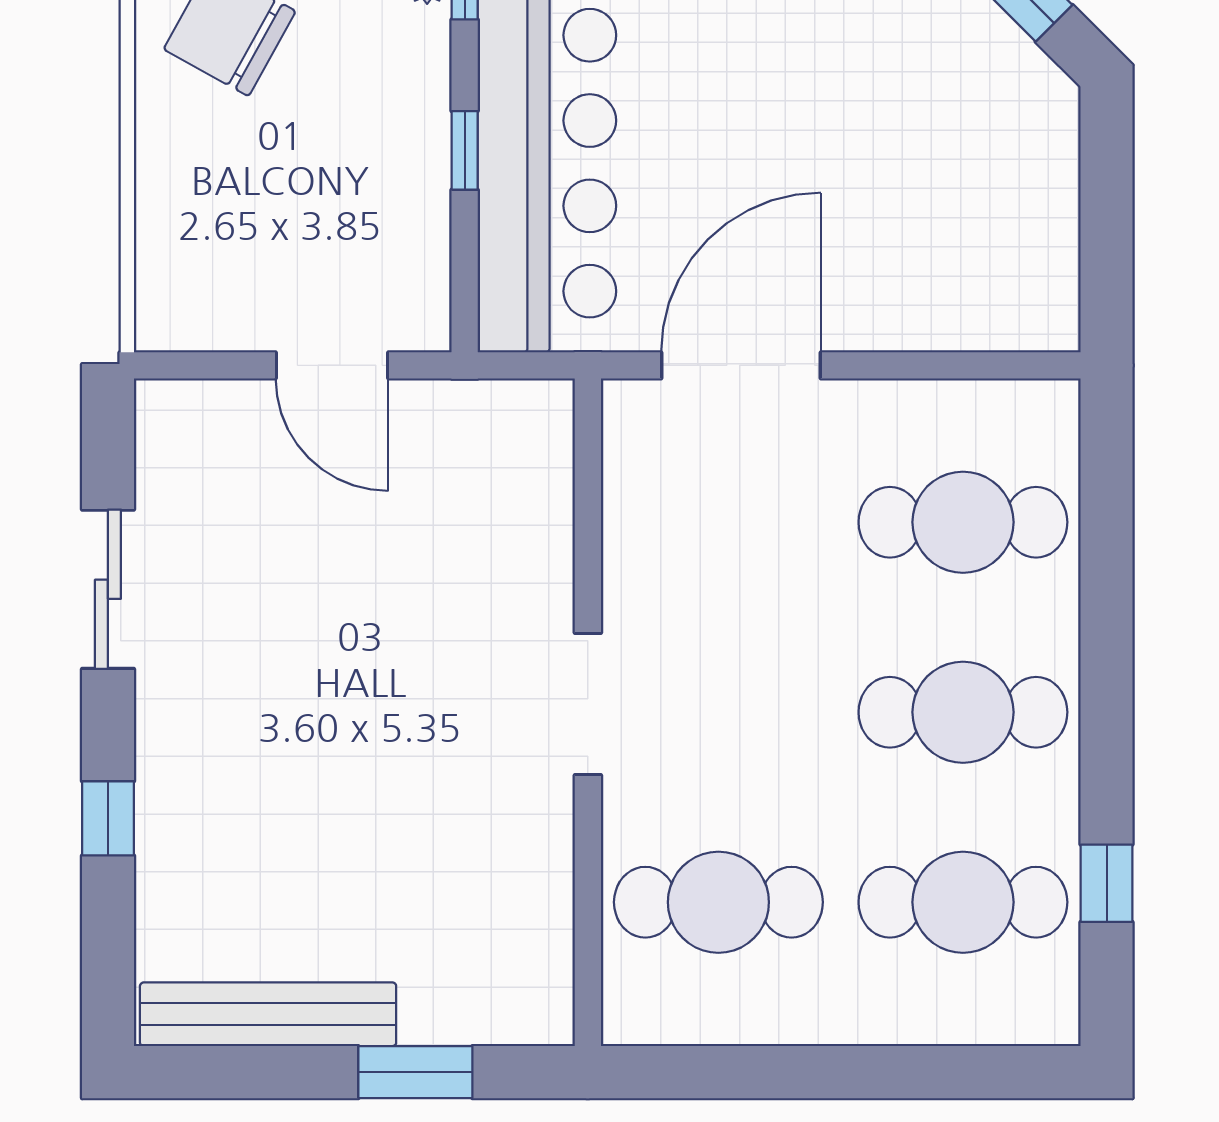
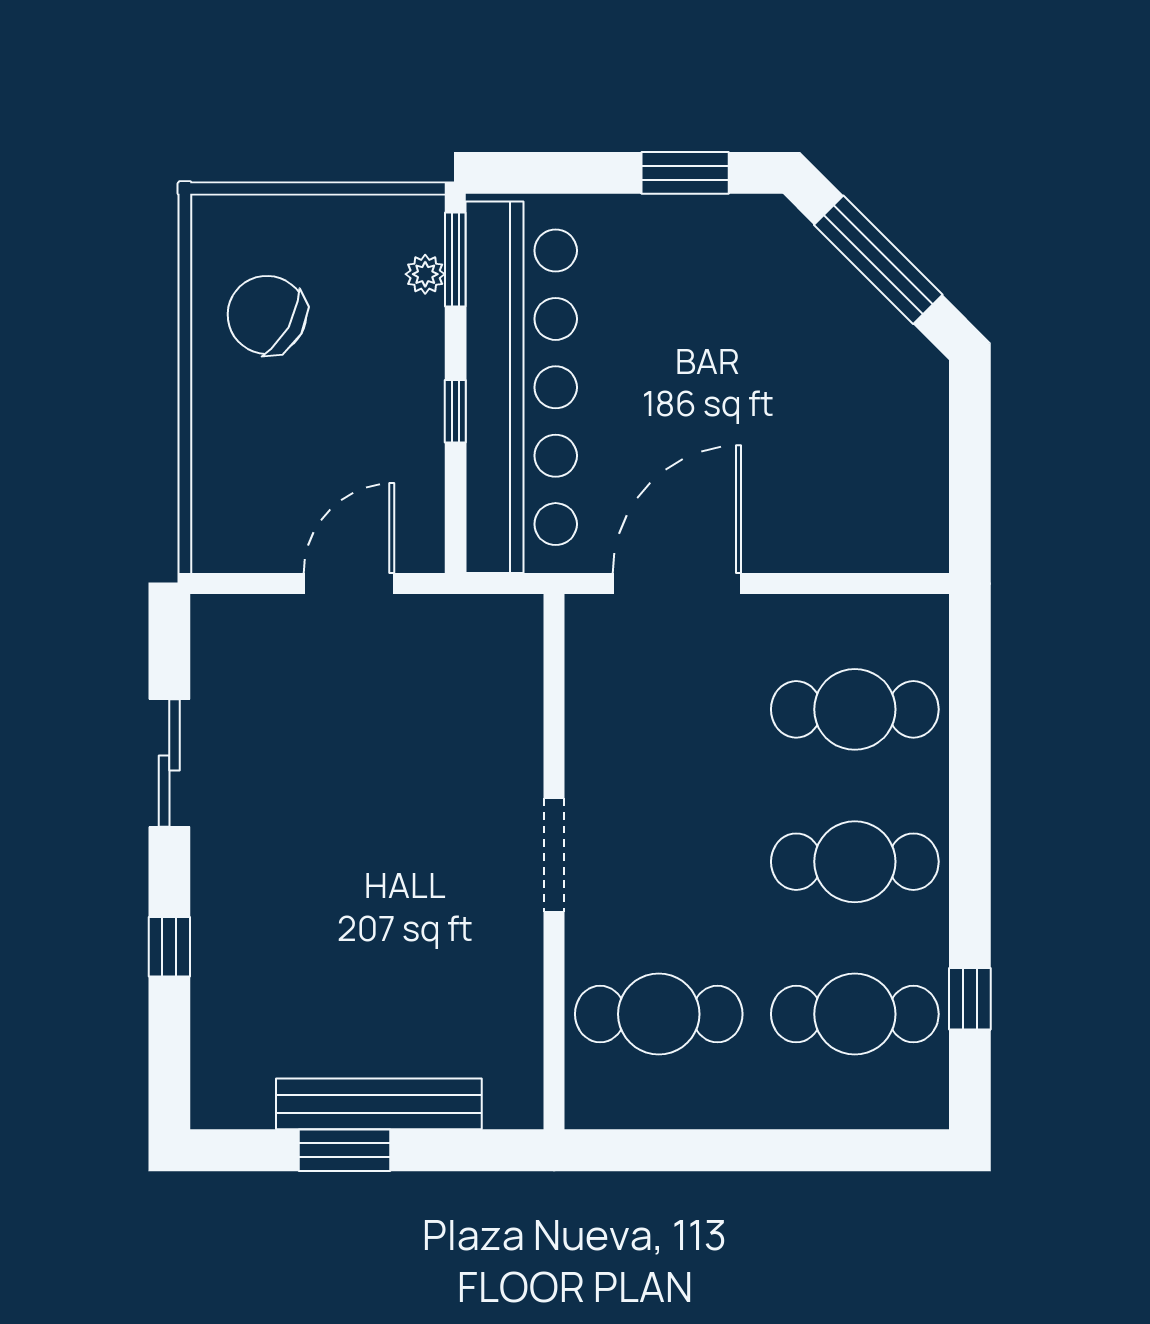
door: (332, 365) -> (349, 584), swing flipped
bench: (268, 1014) -> (379, 1104), moved
window: (415, 1072) -> (344, 1150), moved

